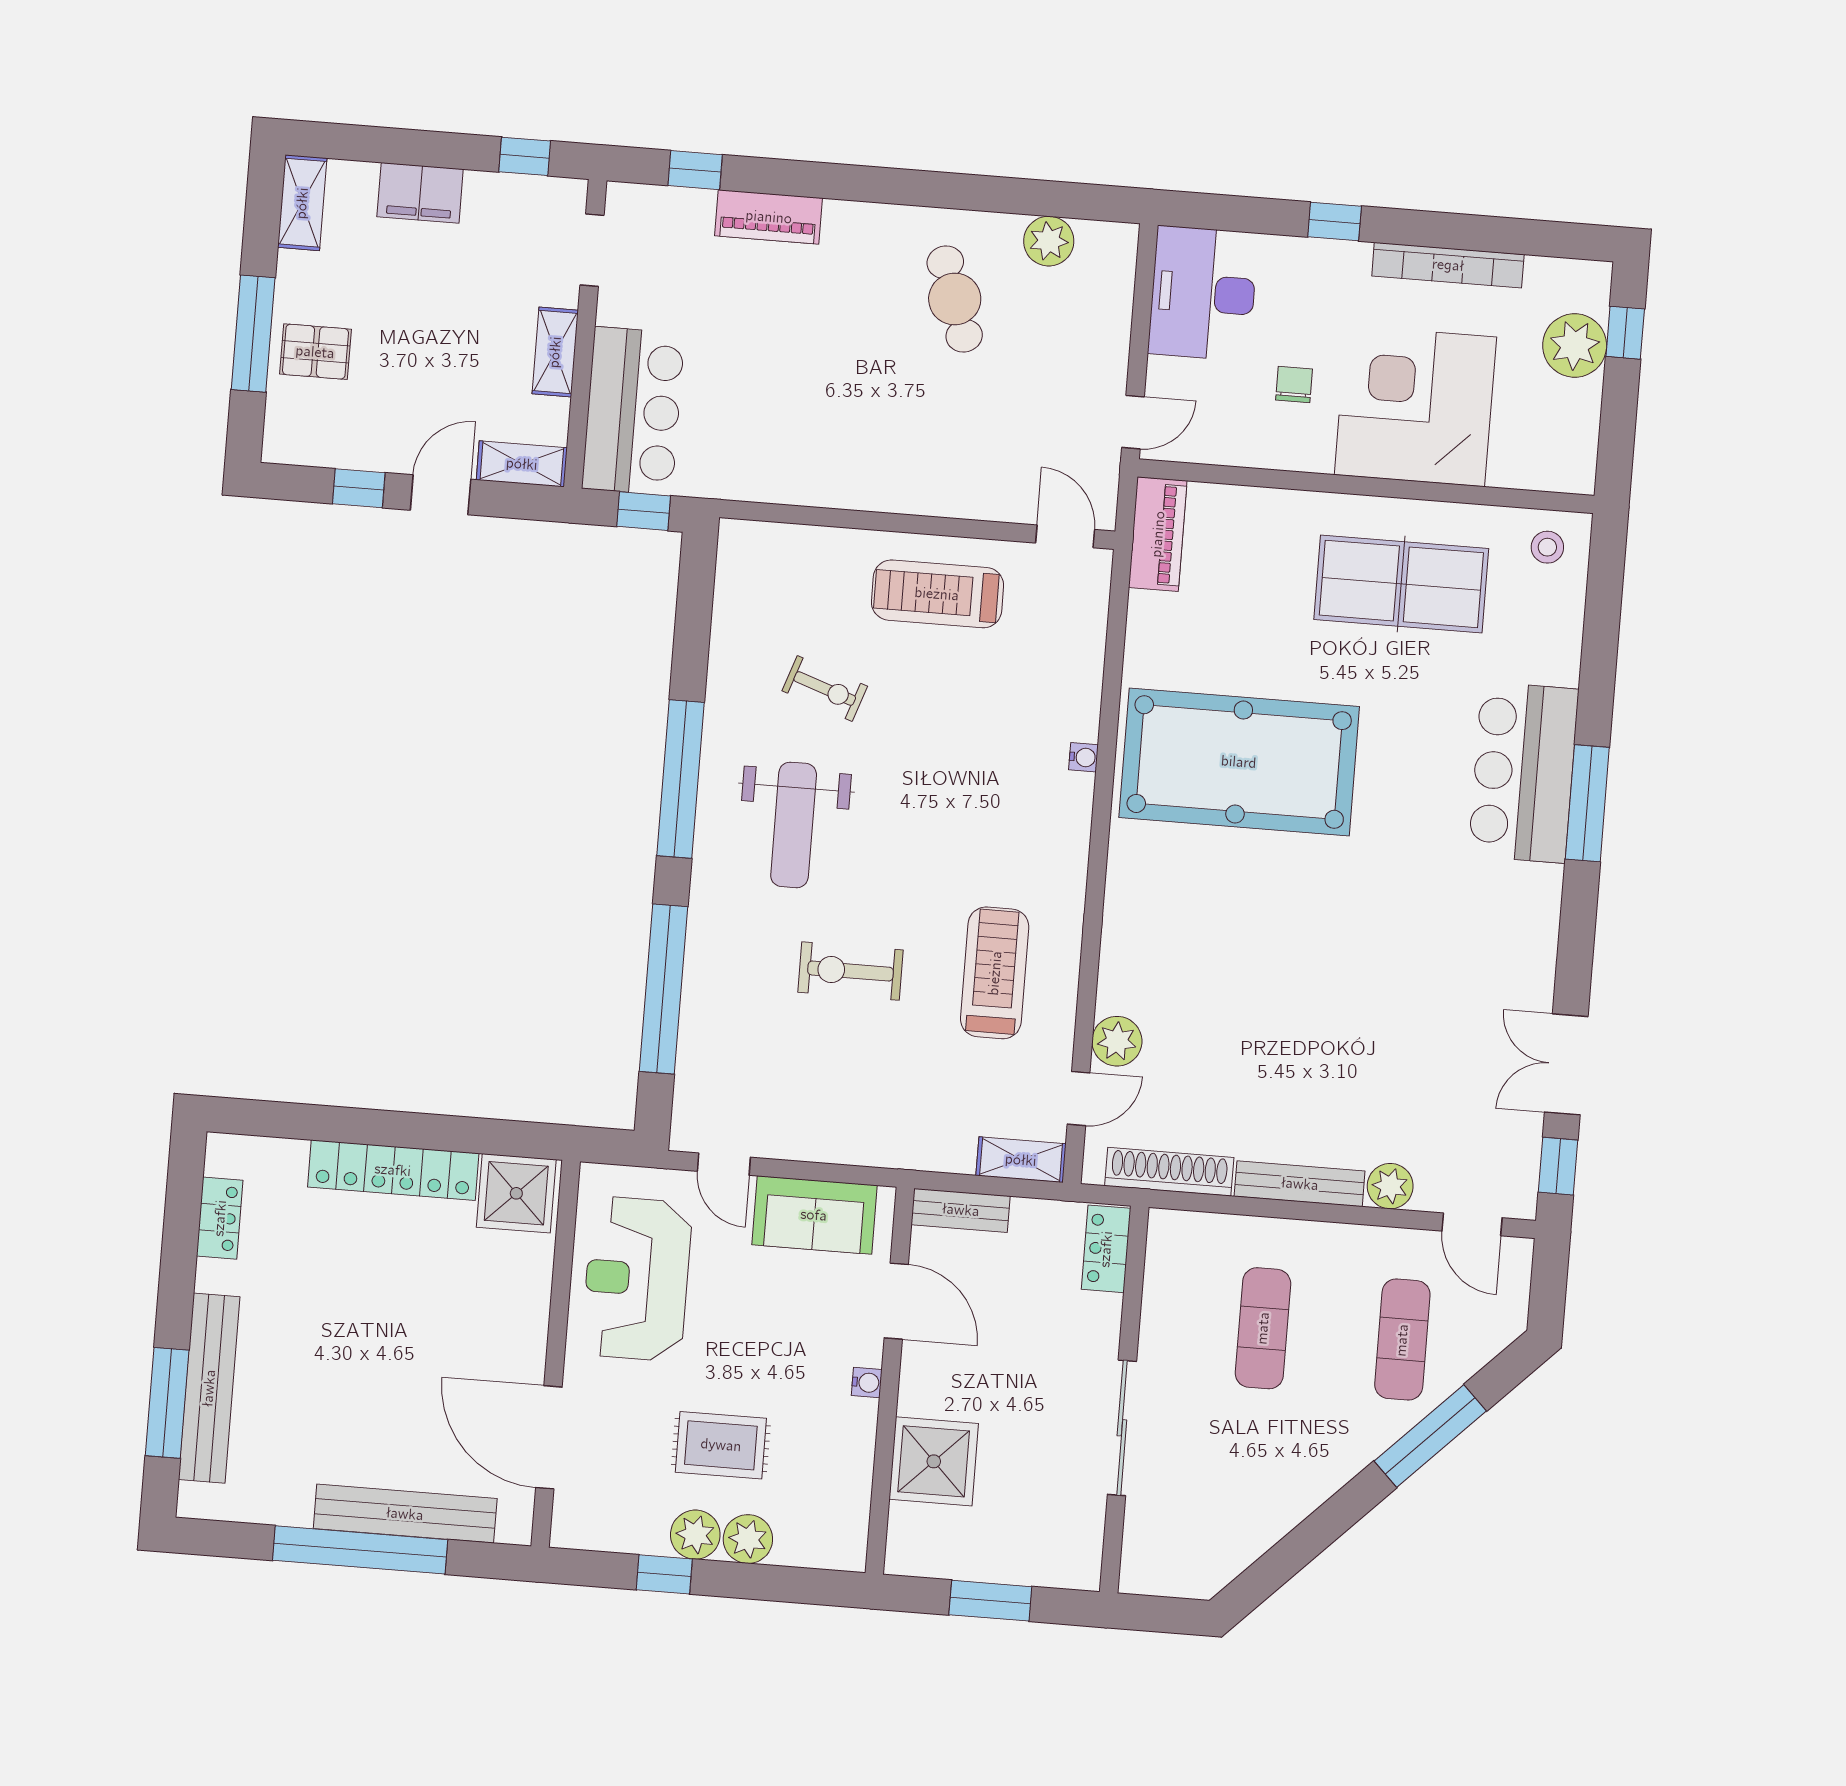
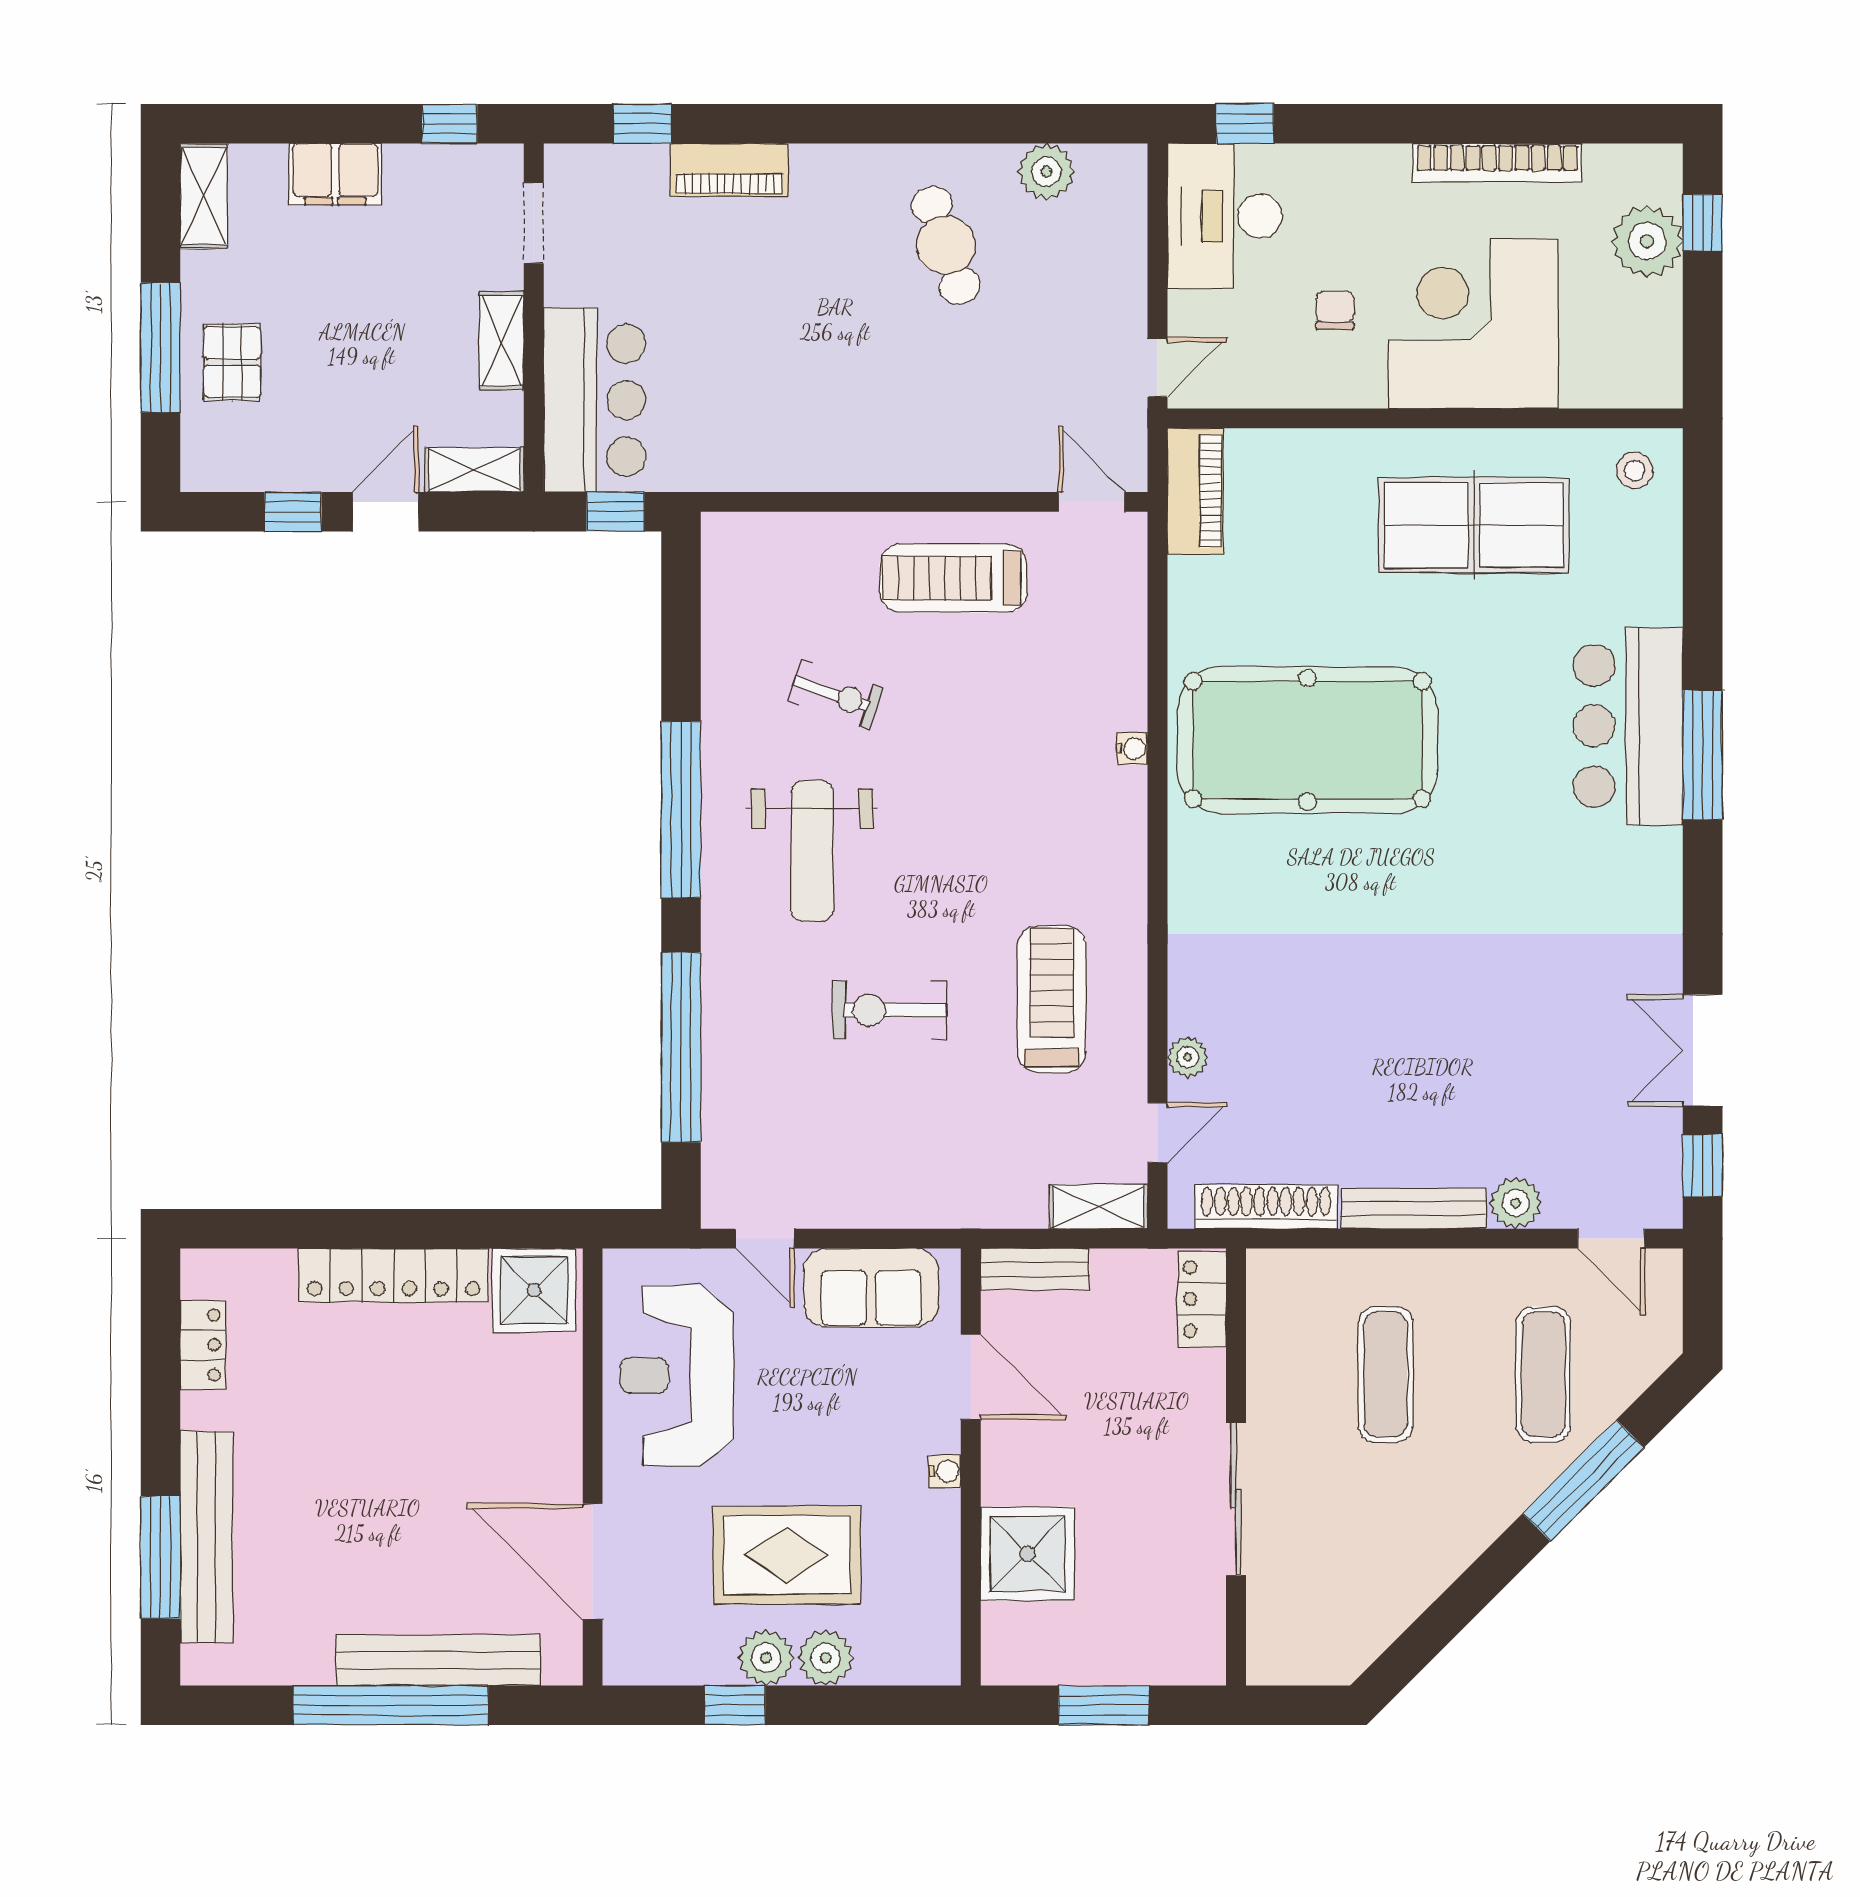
window: (1335, 222) -> (1245, 124), moved
pallet: (315, 352) -> (232, 362), turned 90
plant: (1117, 1041) -> (1188, 1057), width x0.73, depth x0.73
rug: (721, 1445) -> (787, 1555), width x1.36, depth x1.43

